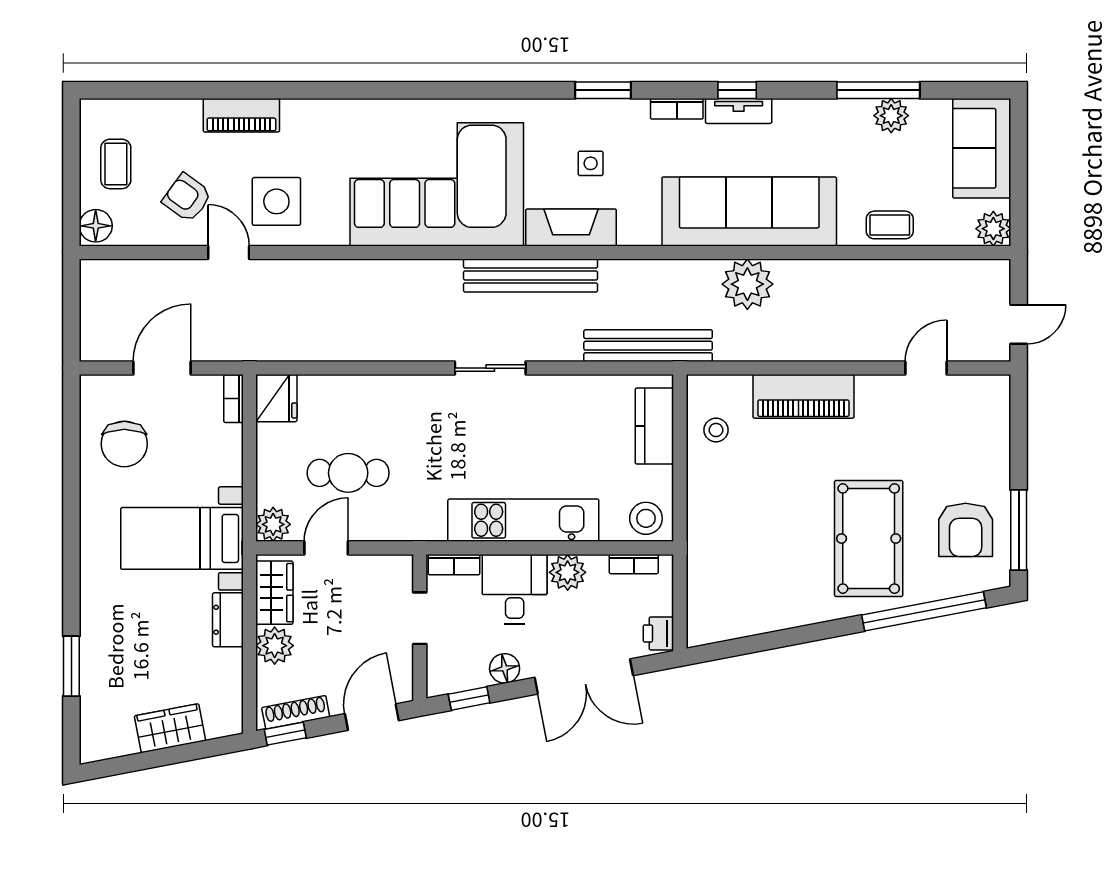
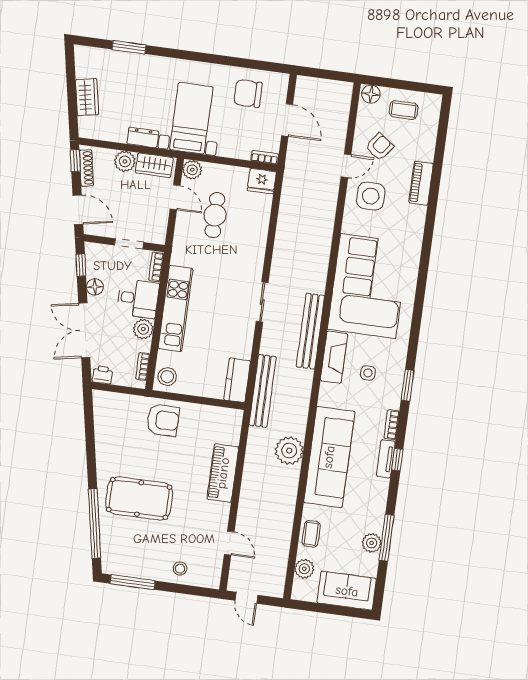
plant: (993, 229) -> (304, 569), moved
kitchen counter: (654, 426) -> (237, 380), moved, turned -90
stool: (716, 430) -> (180, 568), moved
armchair: (966, 530) -> (163, 420), moved, turned 180

